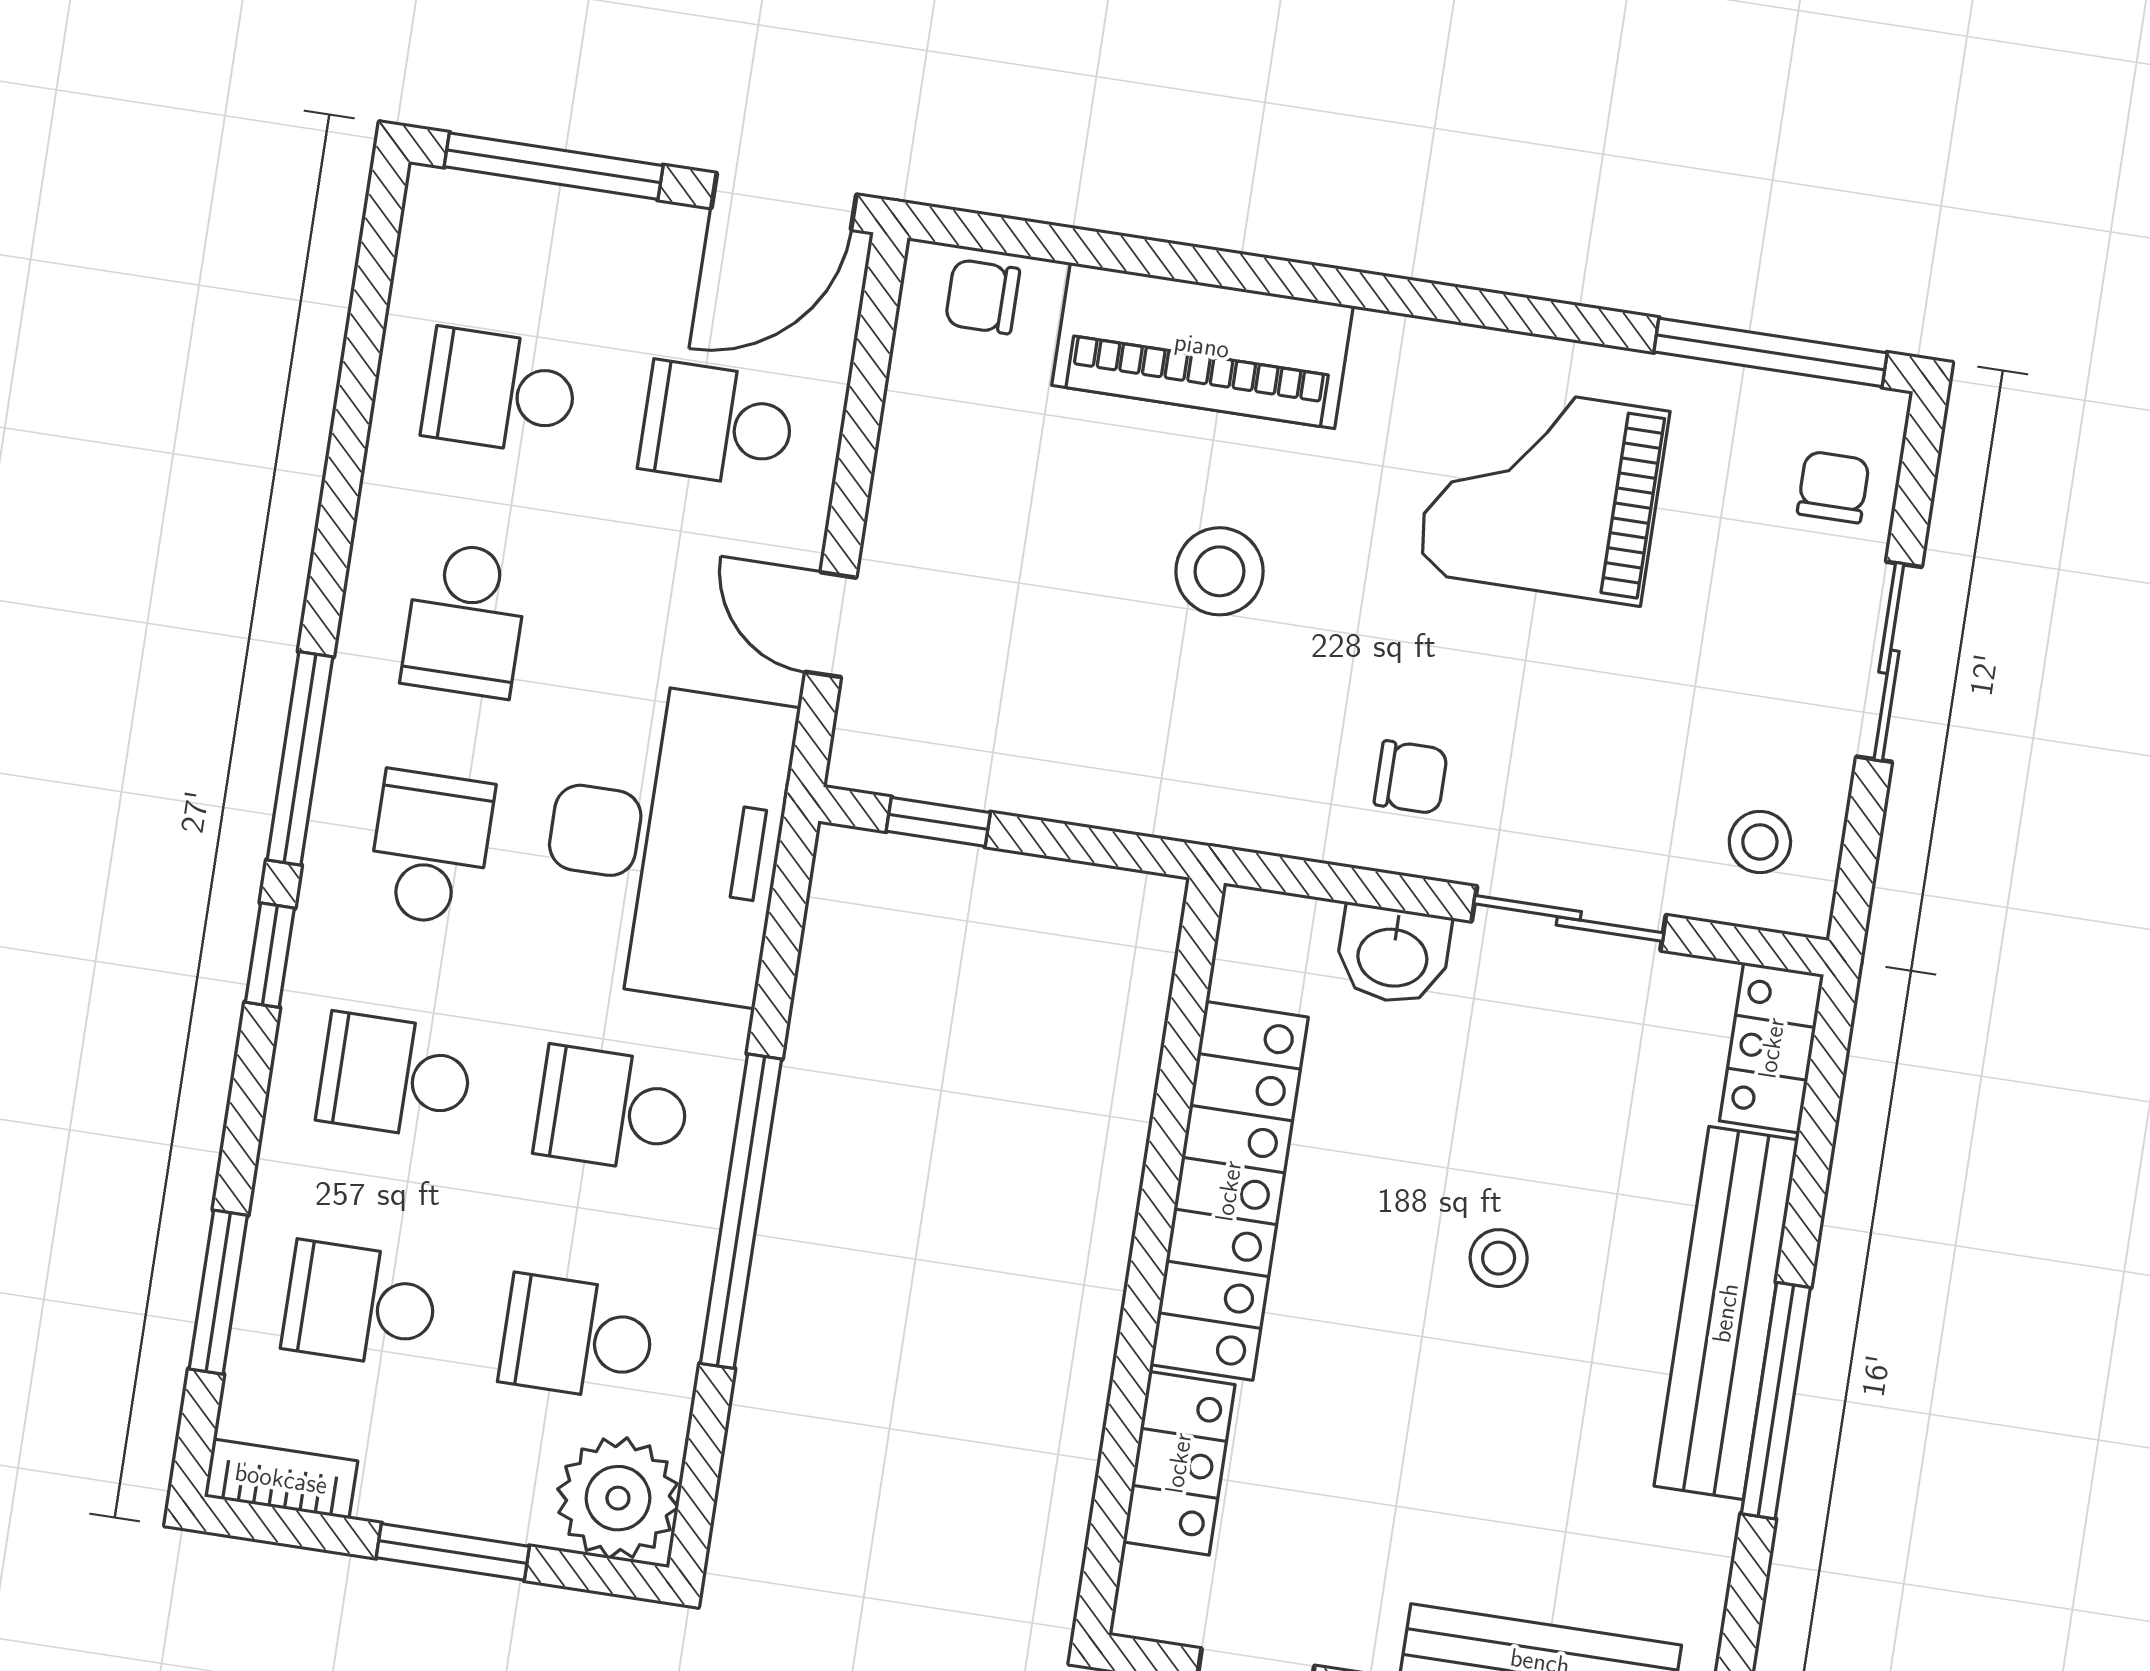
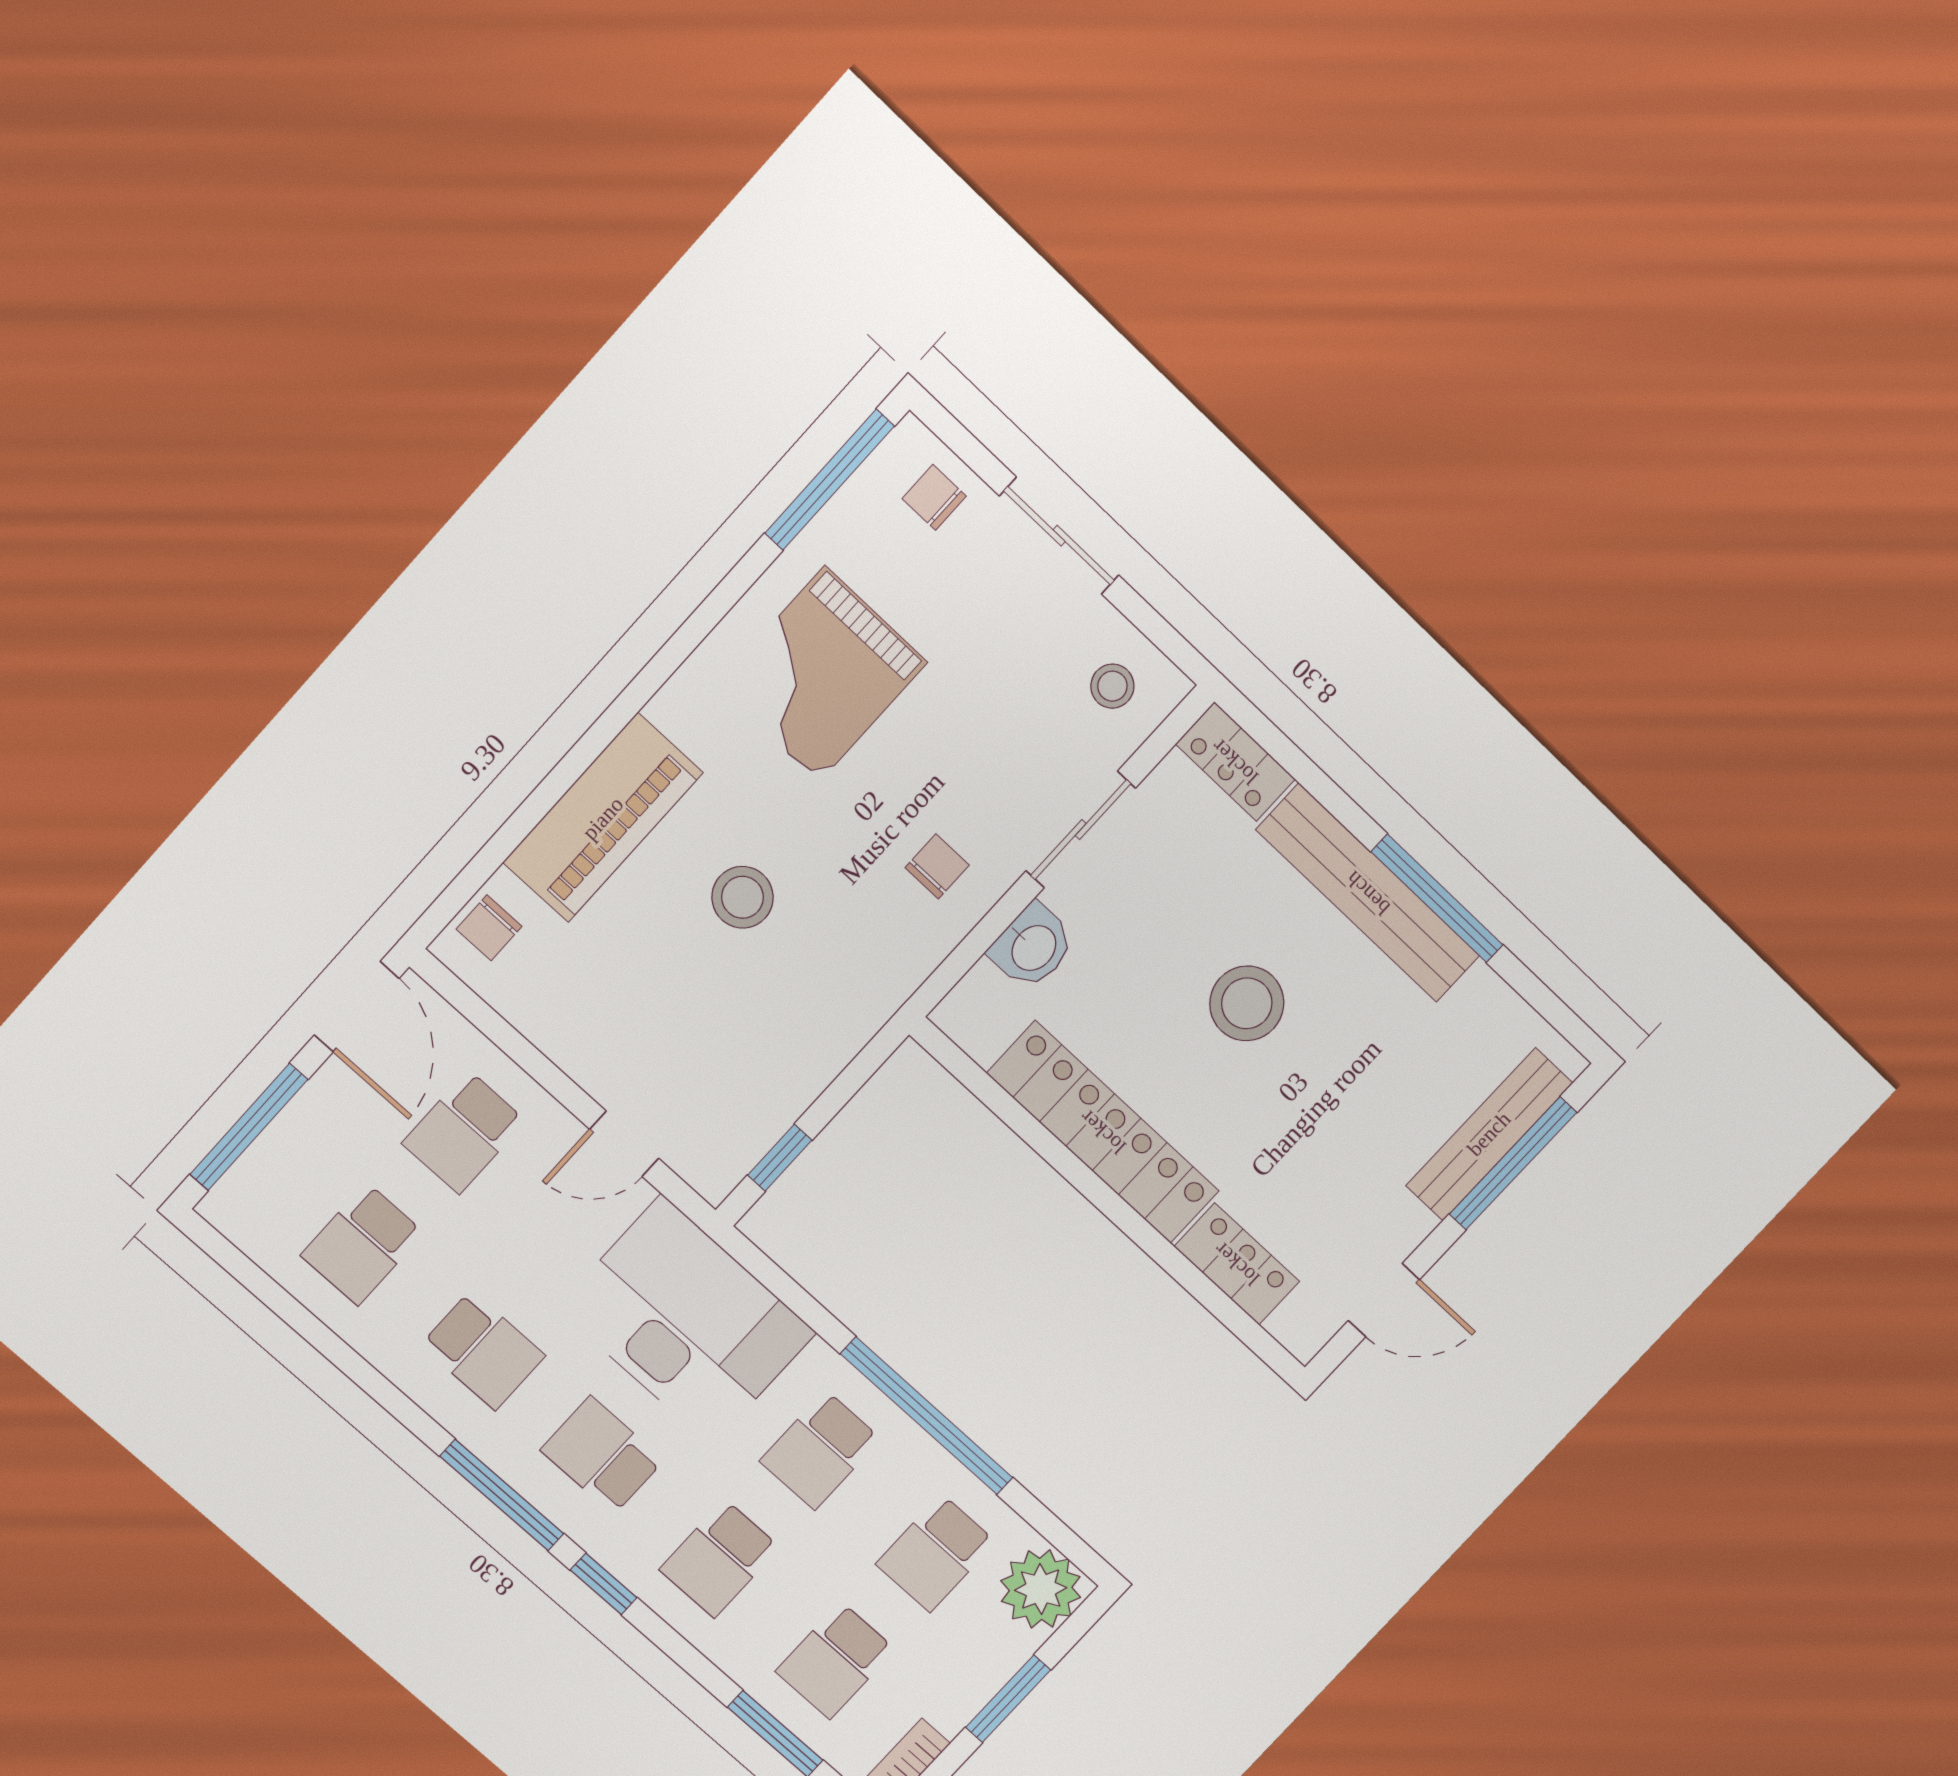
stool: (1499, 1258) -> (1247, 1003), width x1.89, depth x1.89

